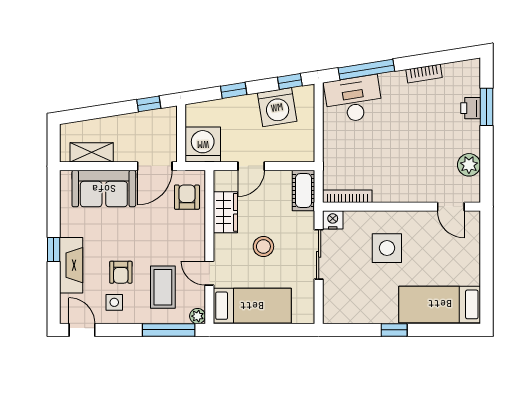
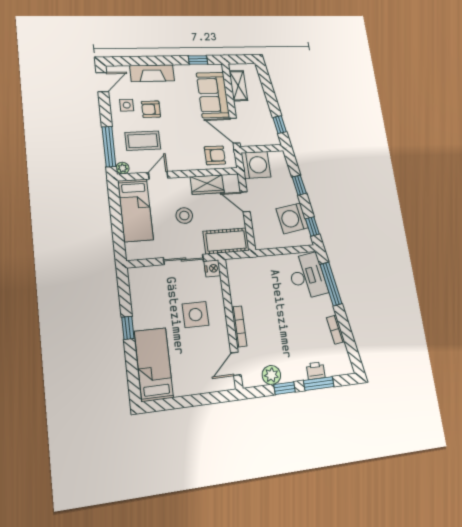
window: (486, 151) -> (284, 388), added
cot: (304, 191) -> (226, 241), width x1.37, depth x1.34
bookcase: (347, 196) -> (239, 326), moved
window: (54, 250) -> (198, 60), moved

